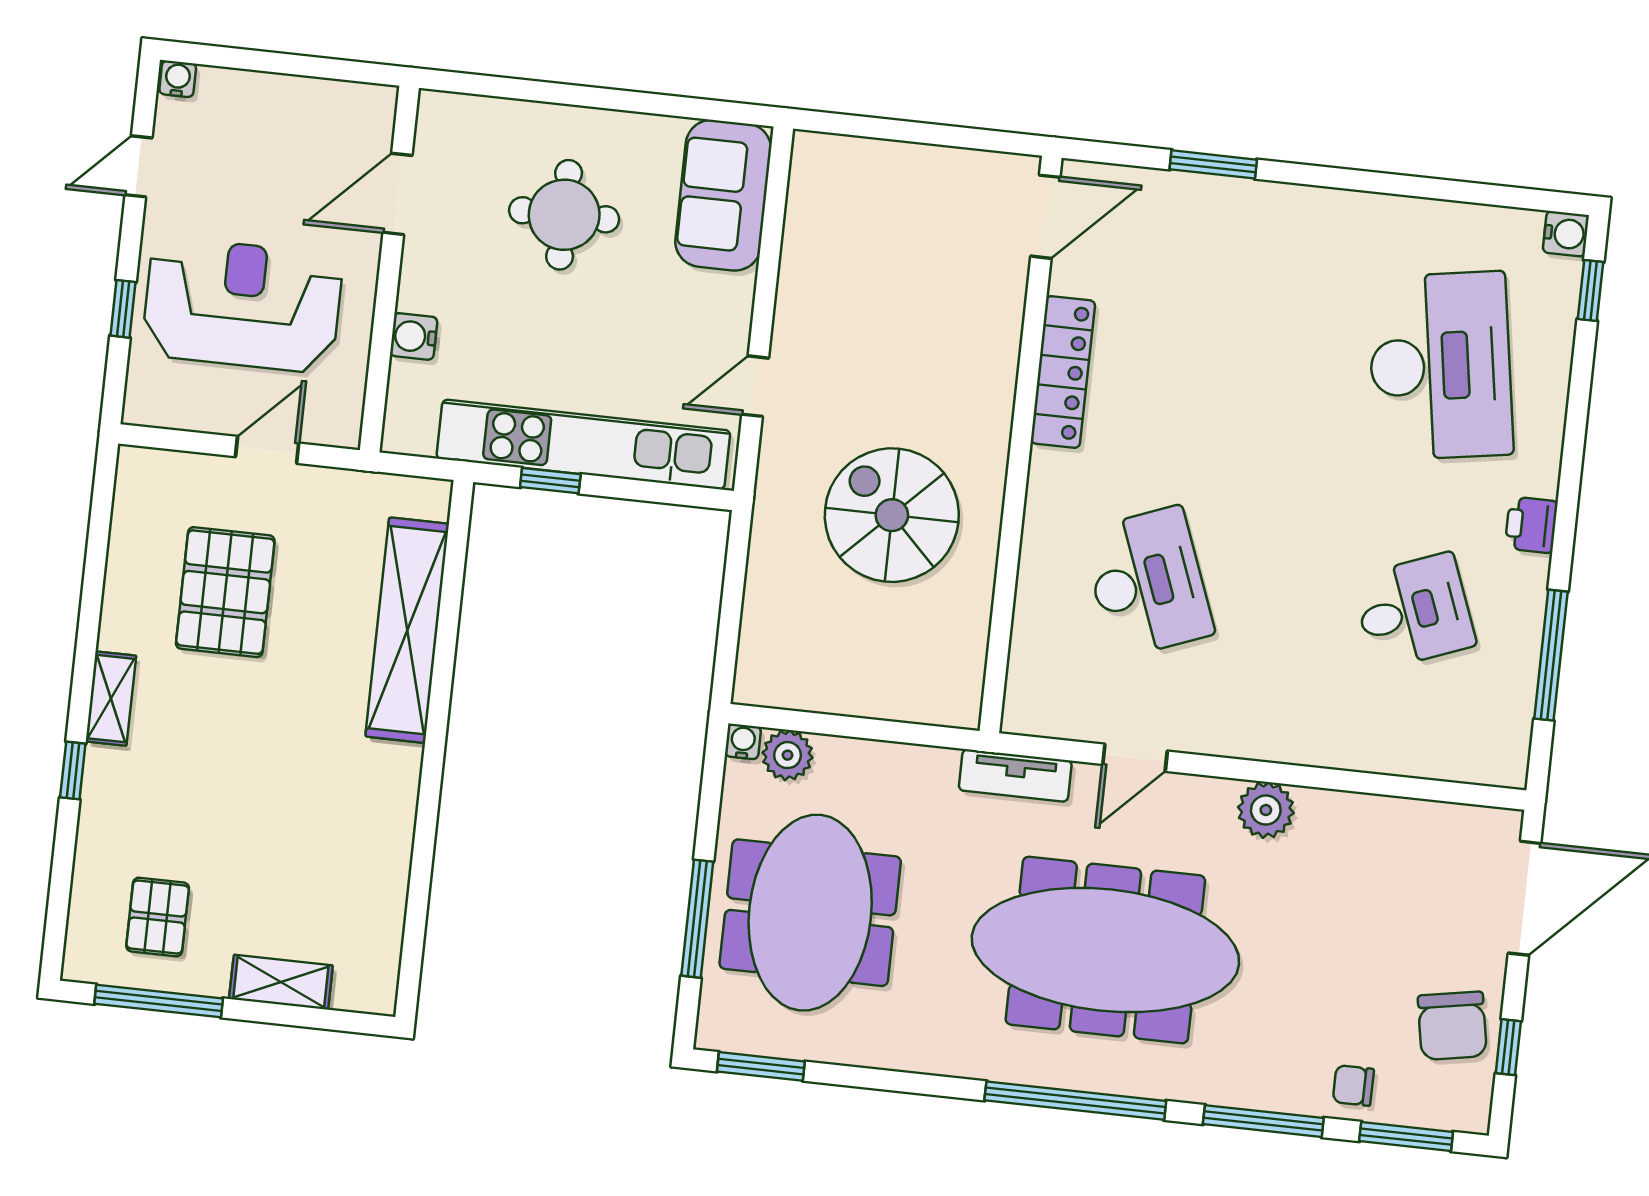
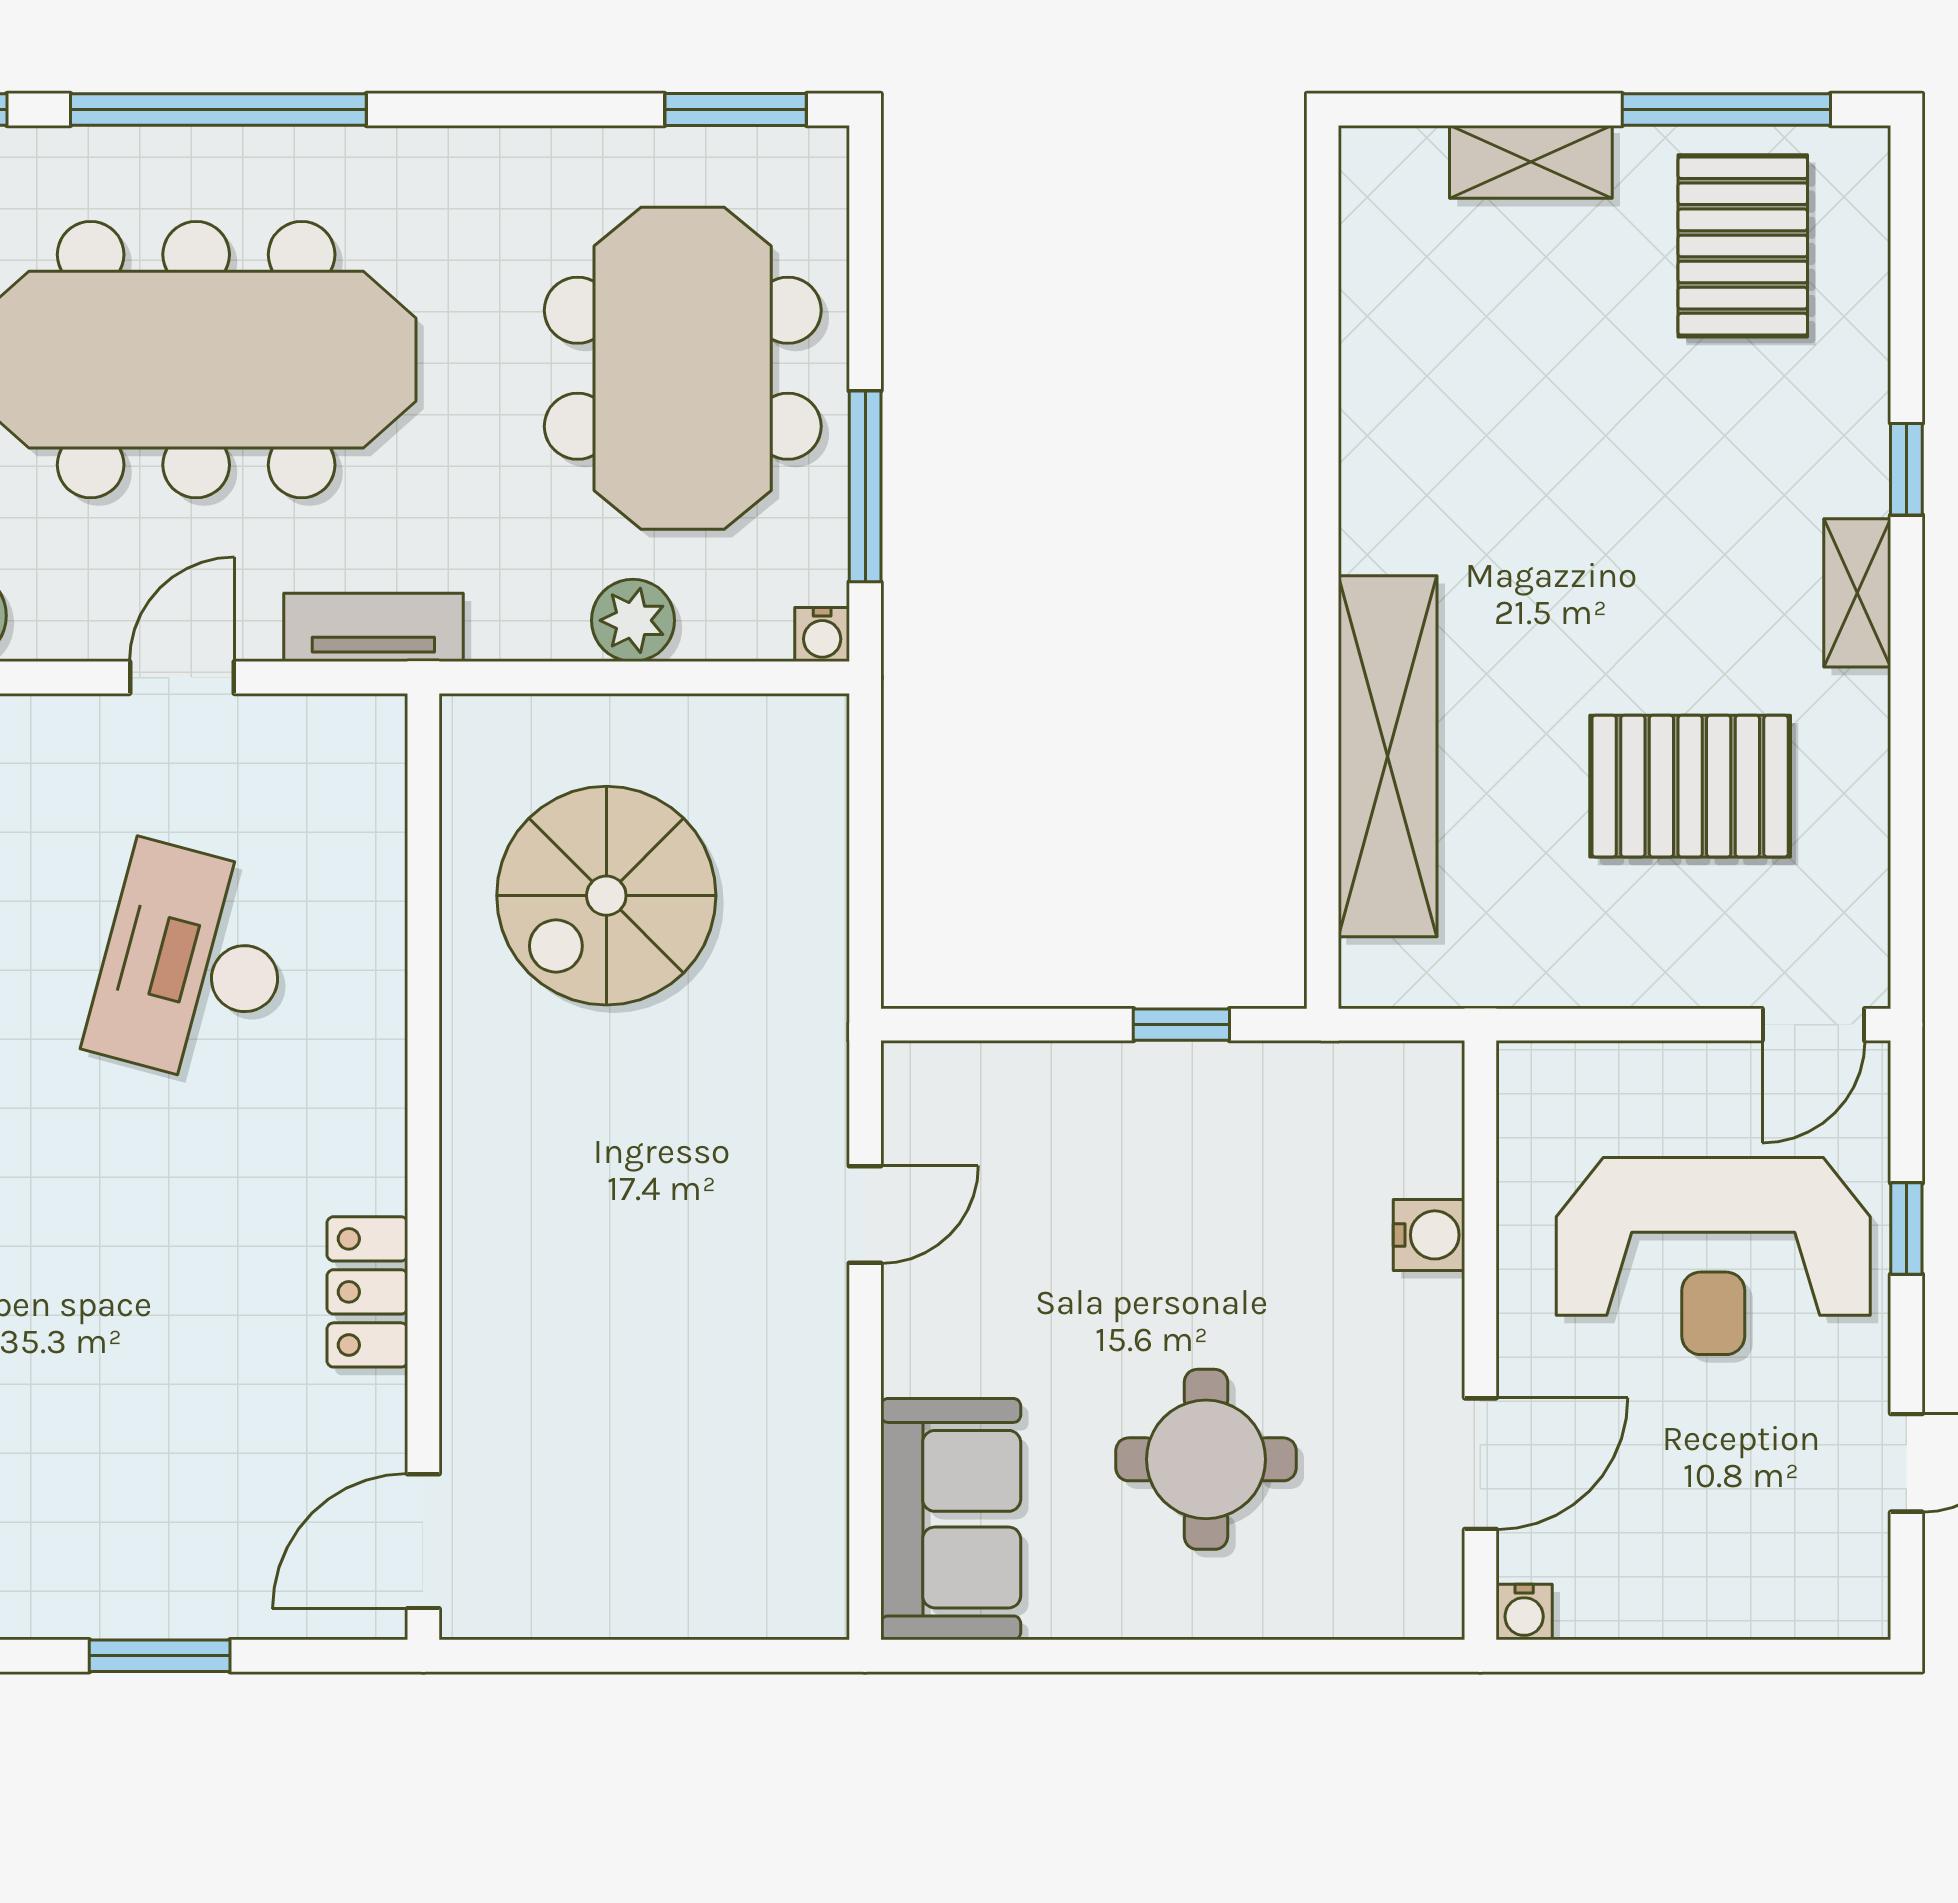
water cooler: (178, 79) -> (1524, 1612), moved
locker: (1063, 372) -> (367, 1292), width x0.66
kitchen unit: (583, 444) -> (1134, 1089), removed
door: (267, 450) -> (1813, 1025), moved
spiral stairs: (892, 515) -> (606, 896), moved, turned 90
desk: (1148, 582) -> (193, 965), turned 36
pallet: (225, 592) -> (1690, 786), turned 90
plant: (788, 755) -> (633, 620), moved
pallet: (158, 917) -> (1743, 246), width x1.50, depth x1.42
window: (697, 919) -> (865, 486), moved

